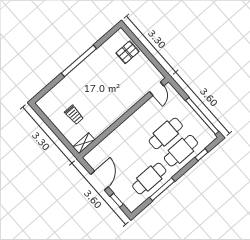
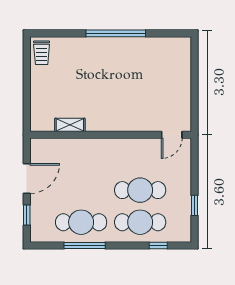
pallet: (127, 52) -> (175, 69), removed
trolley: (74, 115) -> (42, 53), moved
window: (202, 116) -> (195, 205), width x0.32
shelving: (84, 143) -> (70, 125), moved

